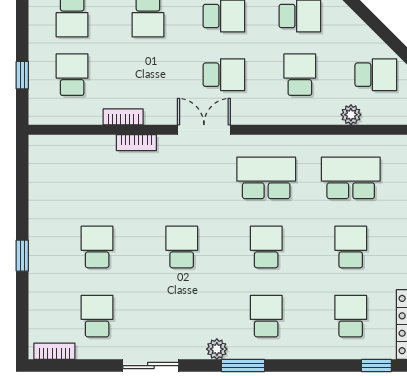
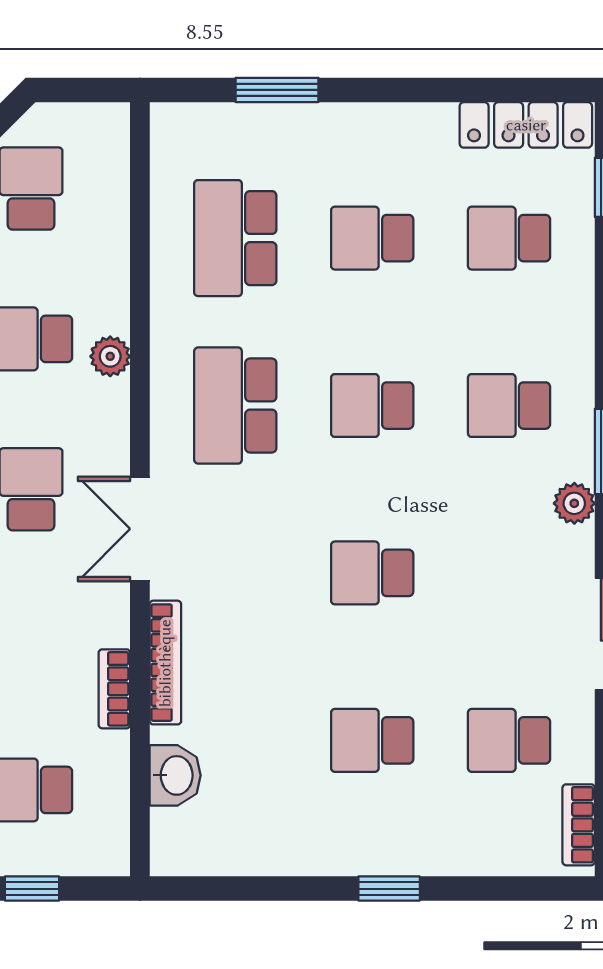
plant: (351, 115) -> (110, 356), moved
bookcase: (136, 143) -> (165, 663), width x1.56
washbasin: (79, 147) -> (175, 775), added

